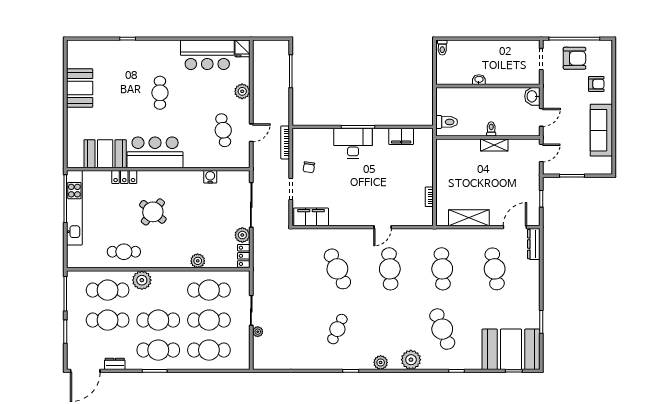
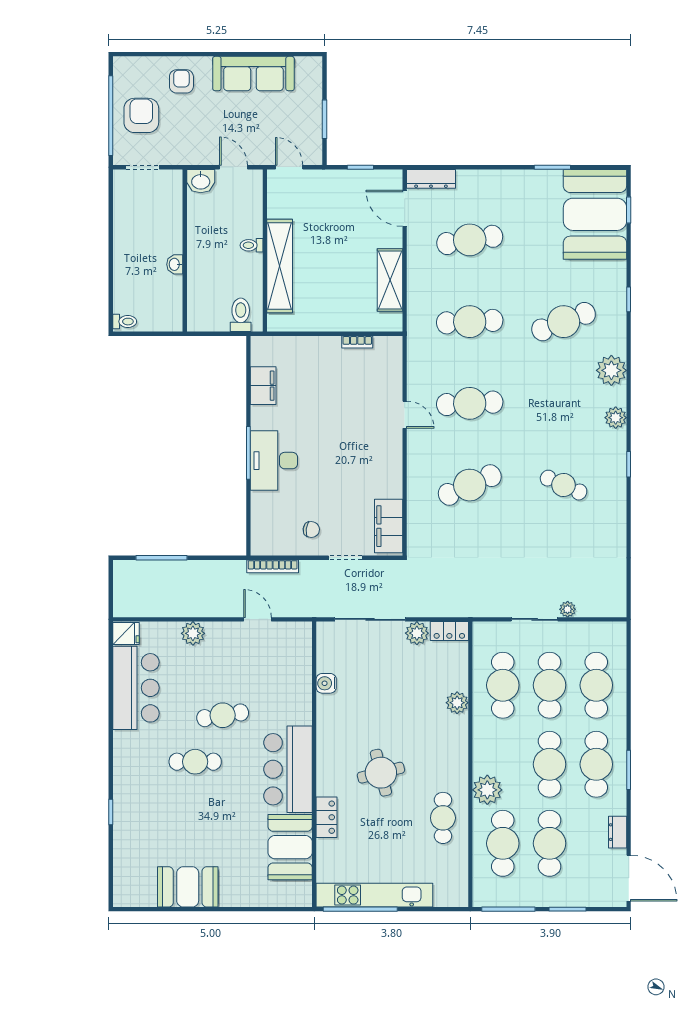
cafe table: (223, 130) -> (223, 715), moved
shelving: (494, 145) -> (280, 266), width x2.20, depth x1.33
round table: (153, 212) -> (381, 773), turned 37

